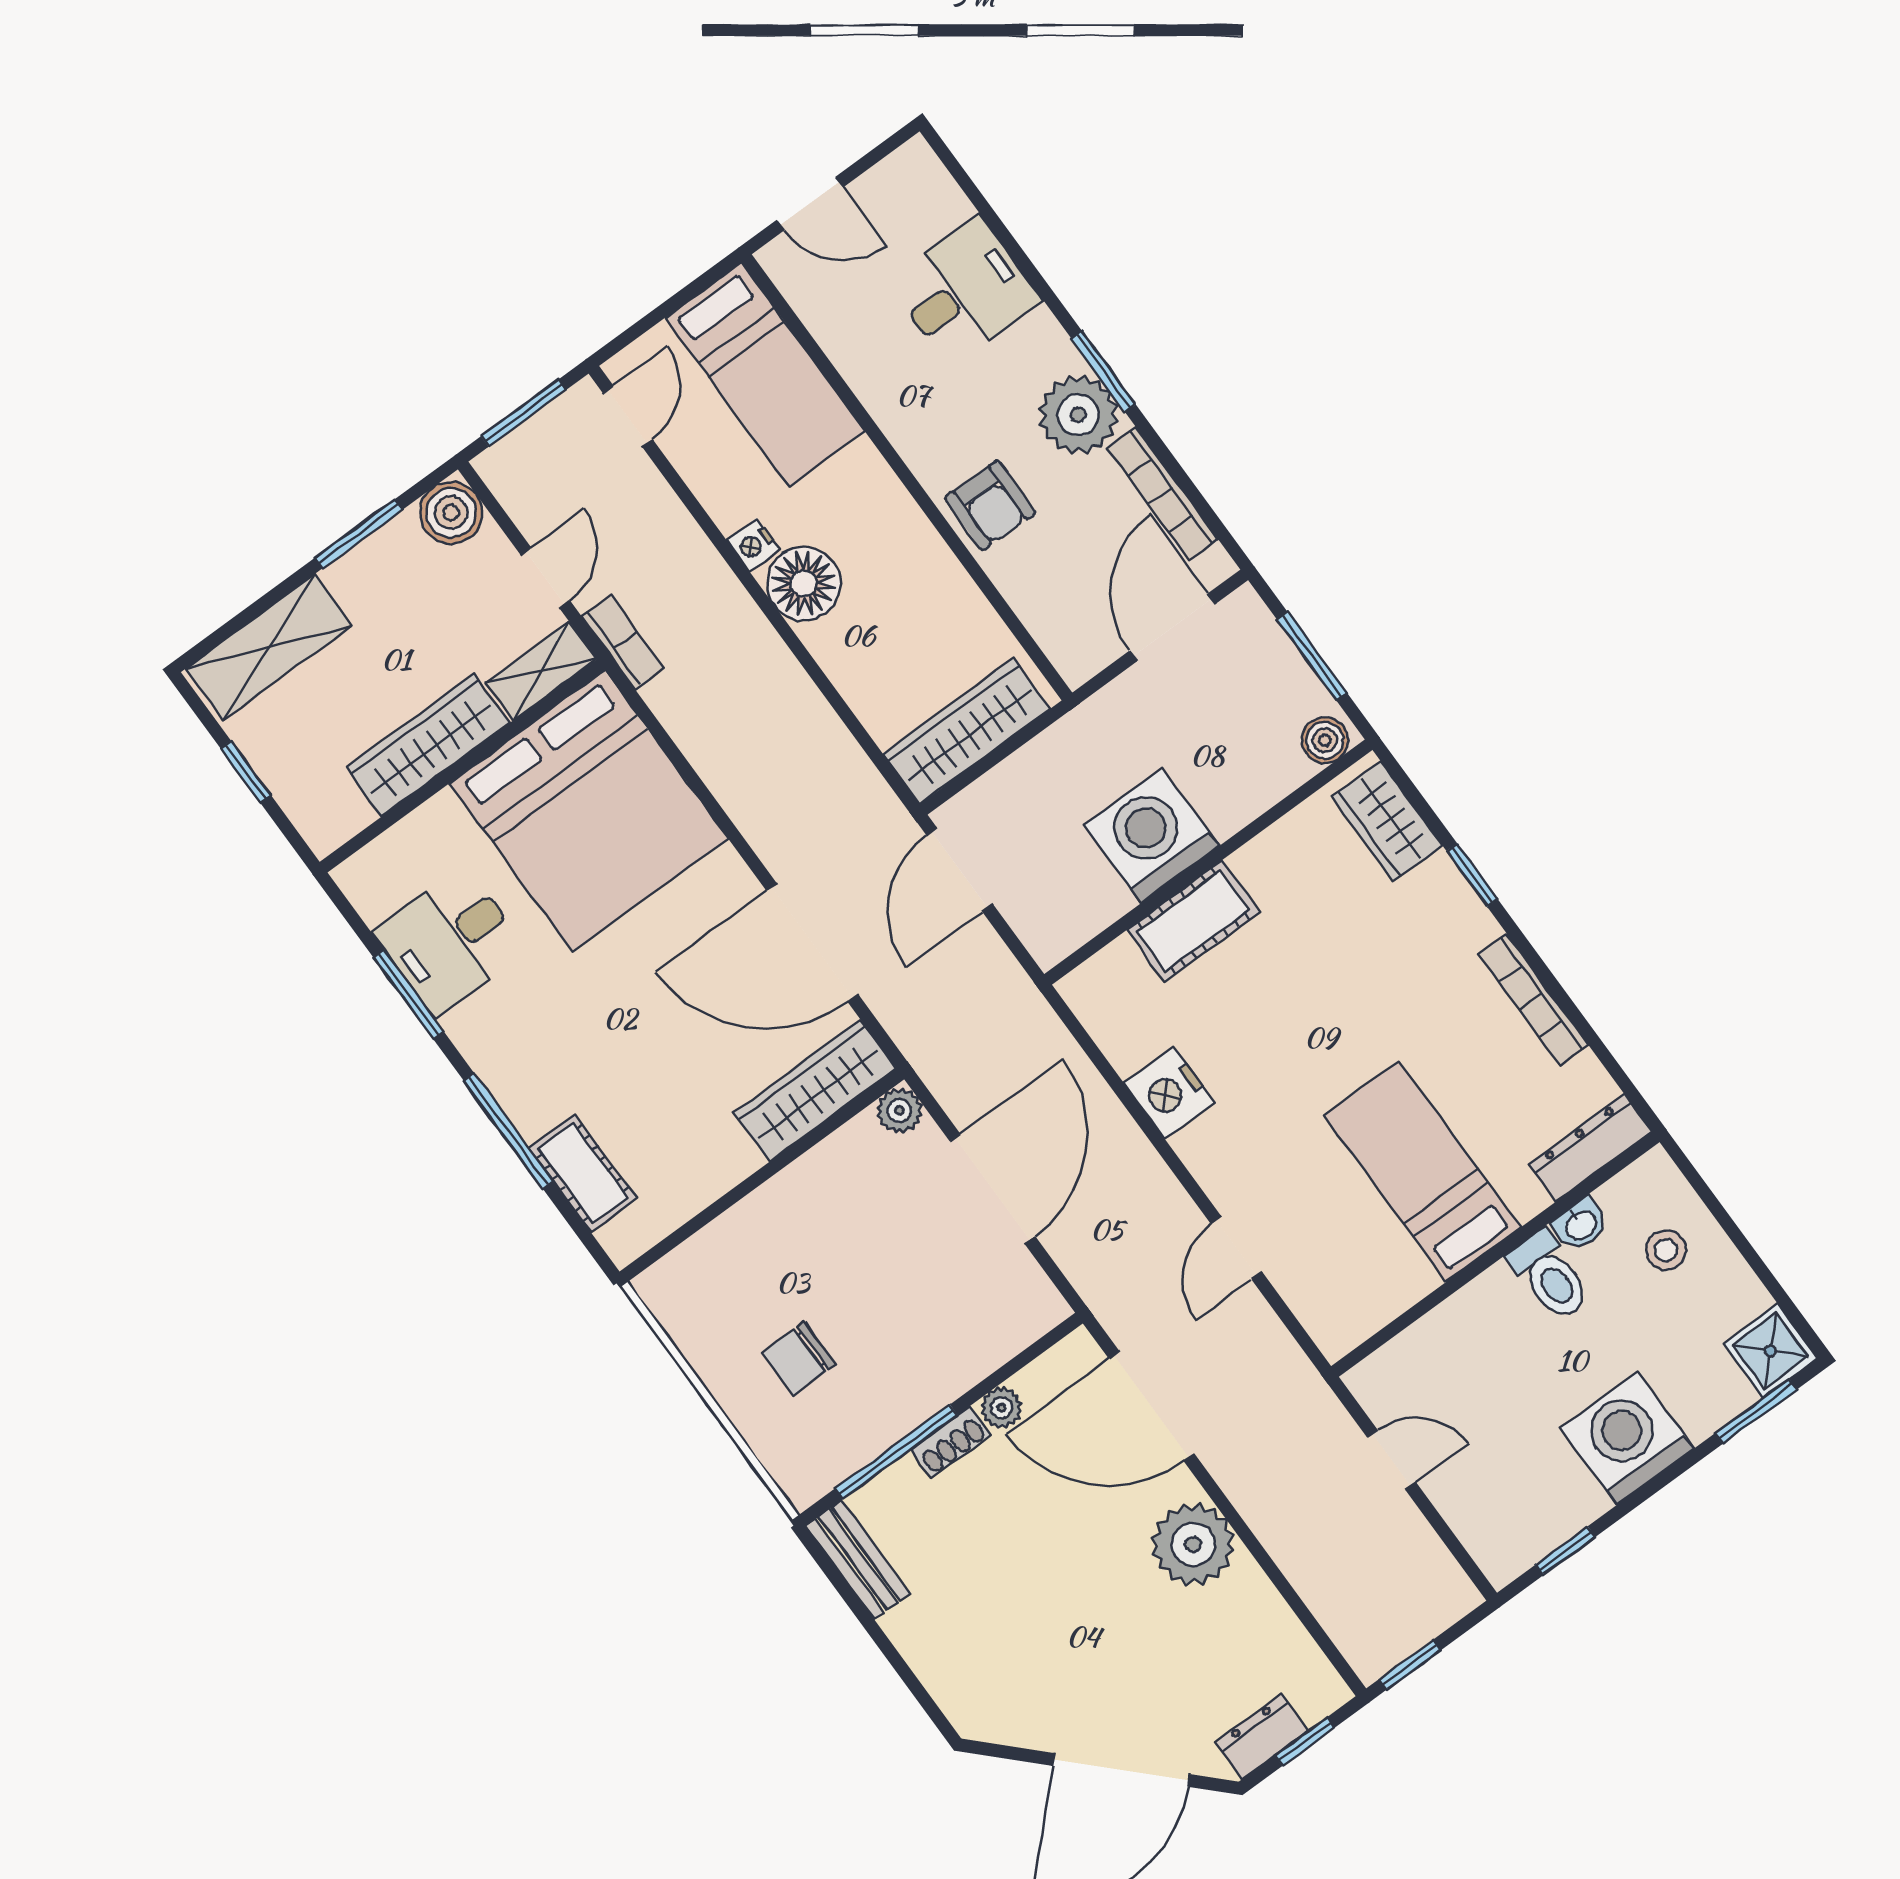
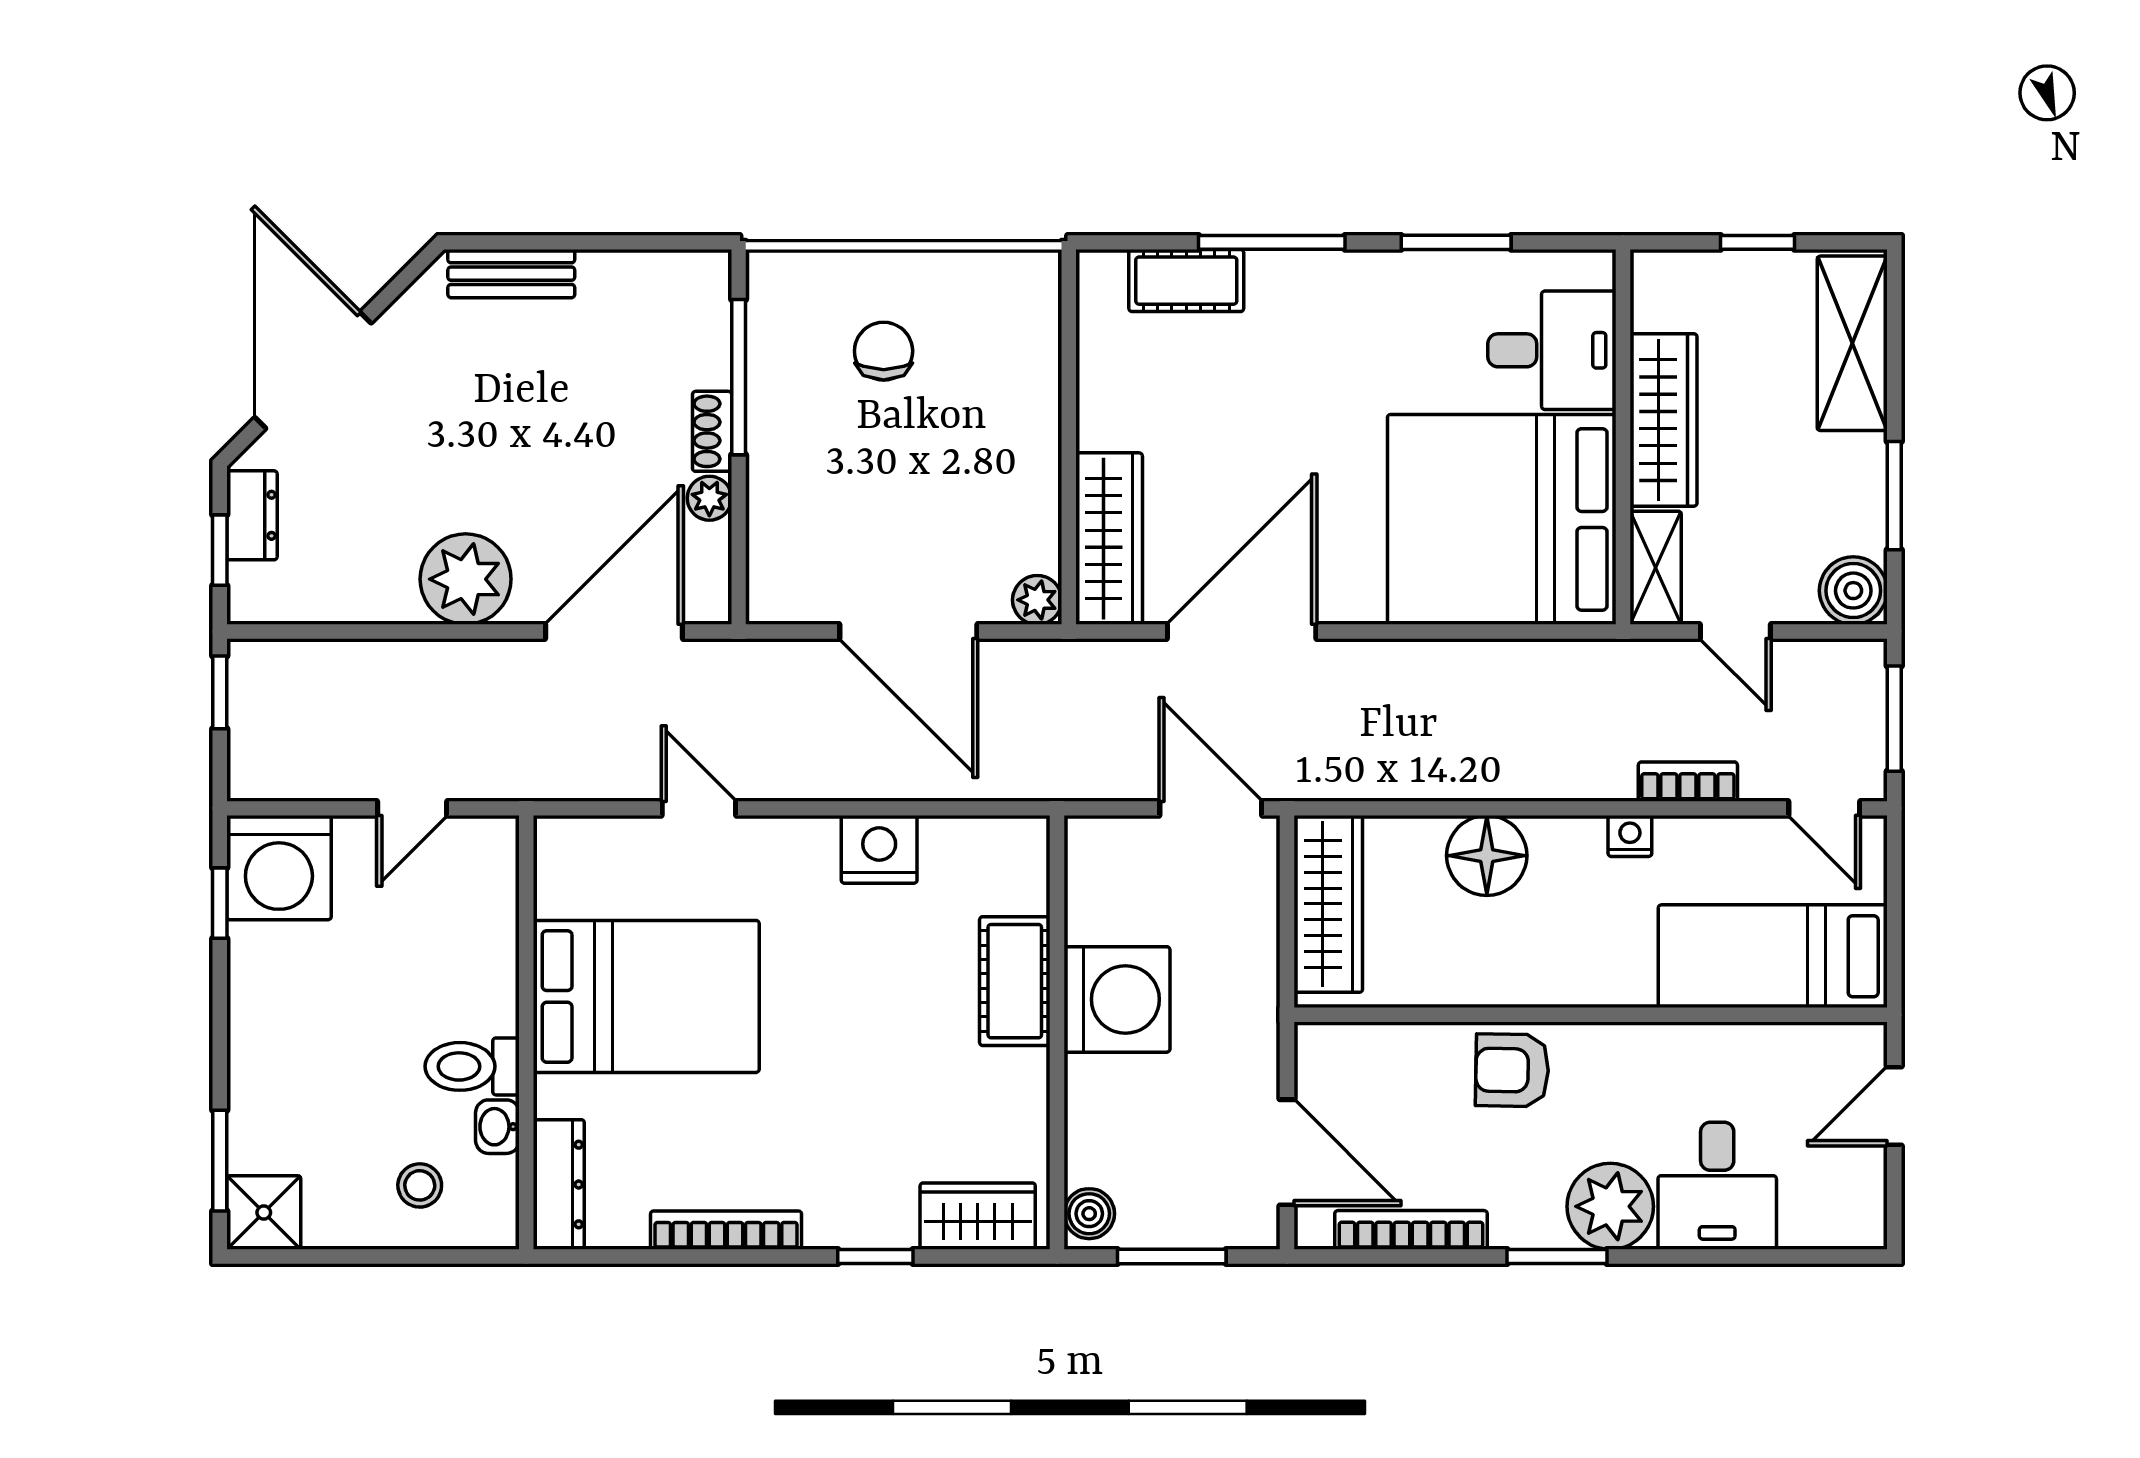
plant: (1078, 415) -> (1610, 1206), moved
floor lamp: (804, 584) -> (1487, 856), moved
bookcase: (623, 642) -> (1688, 782), moved, turned 180
desk: (450, 941) -> (1552, 350), moved, turned 90
bed: (1423, 1171) -> (646, 996), width x1.50
washing machine: (1627, 1438) -> (279, 868), moved, turned 90
bench: (858, 1560) -> (511, 274), moved

